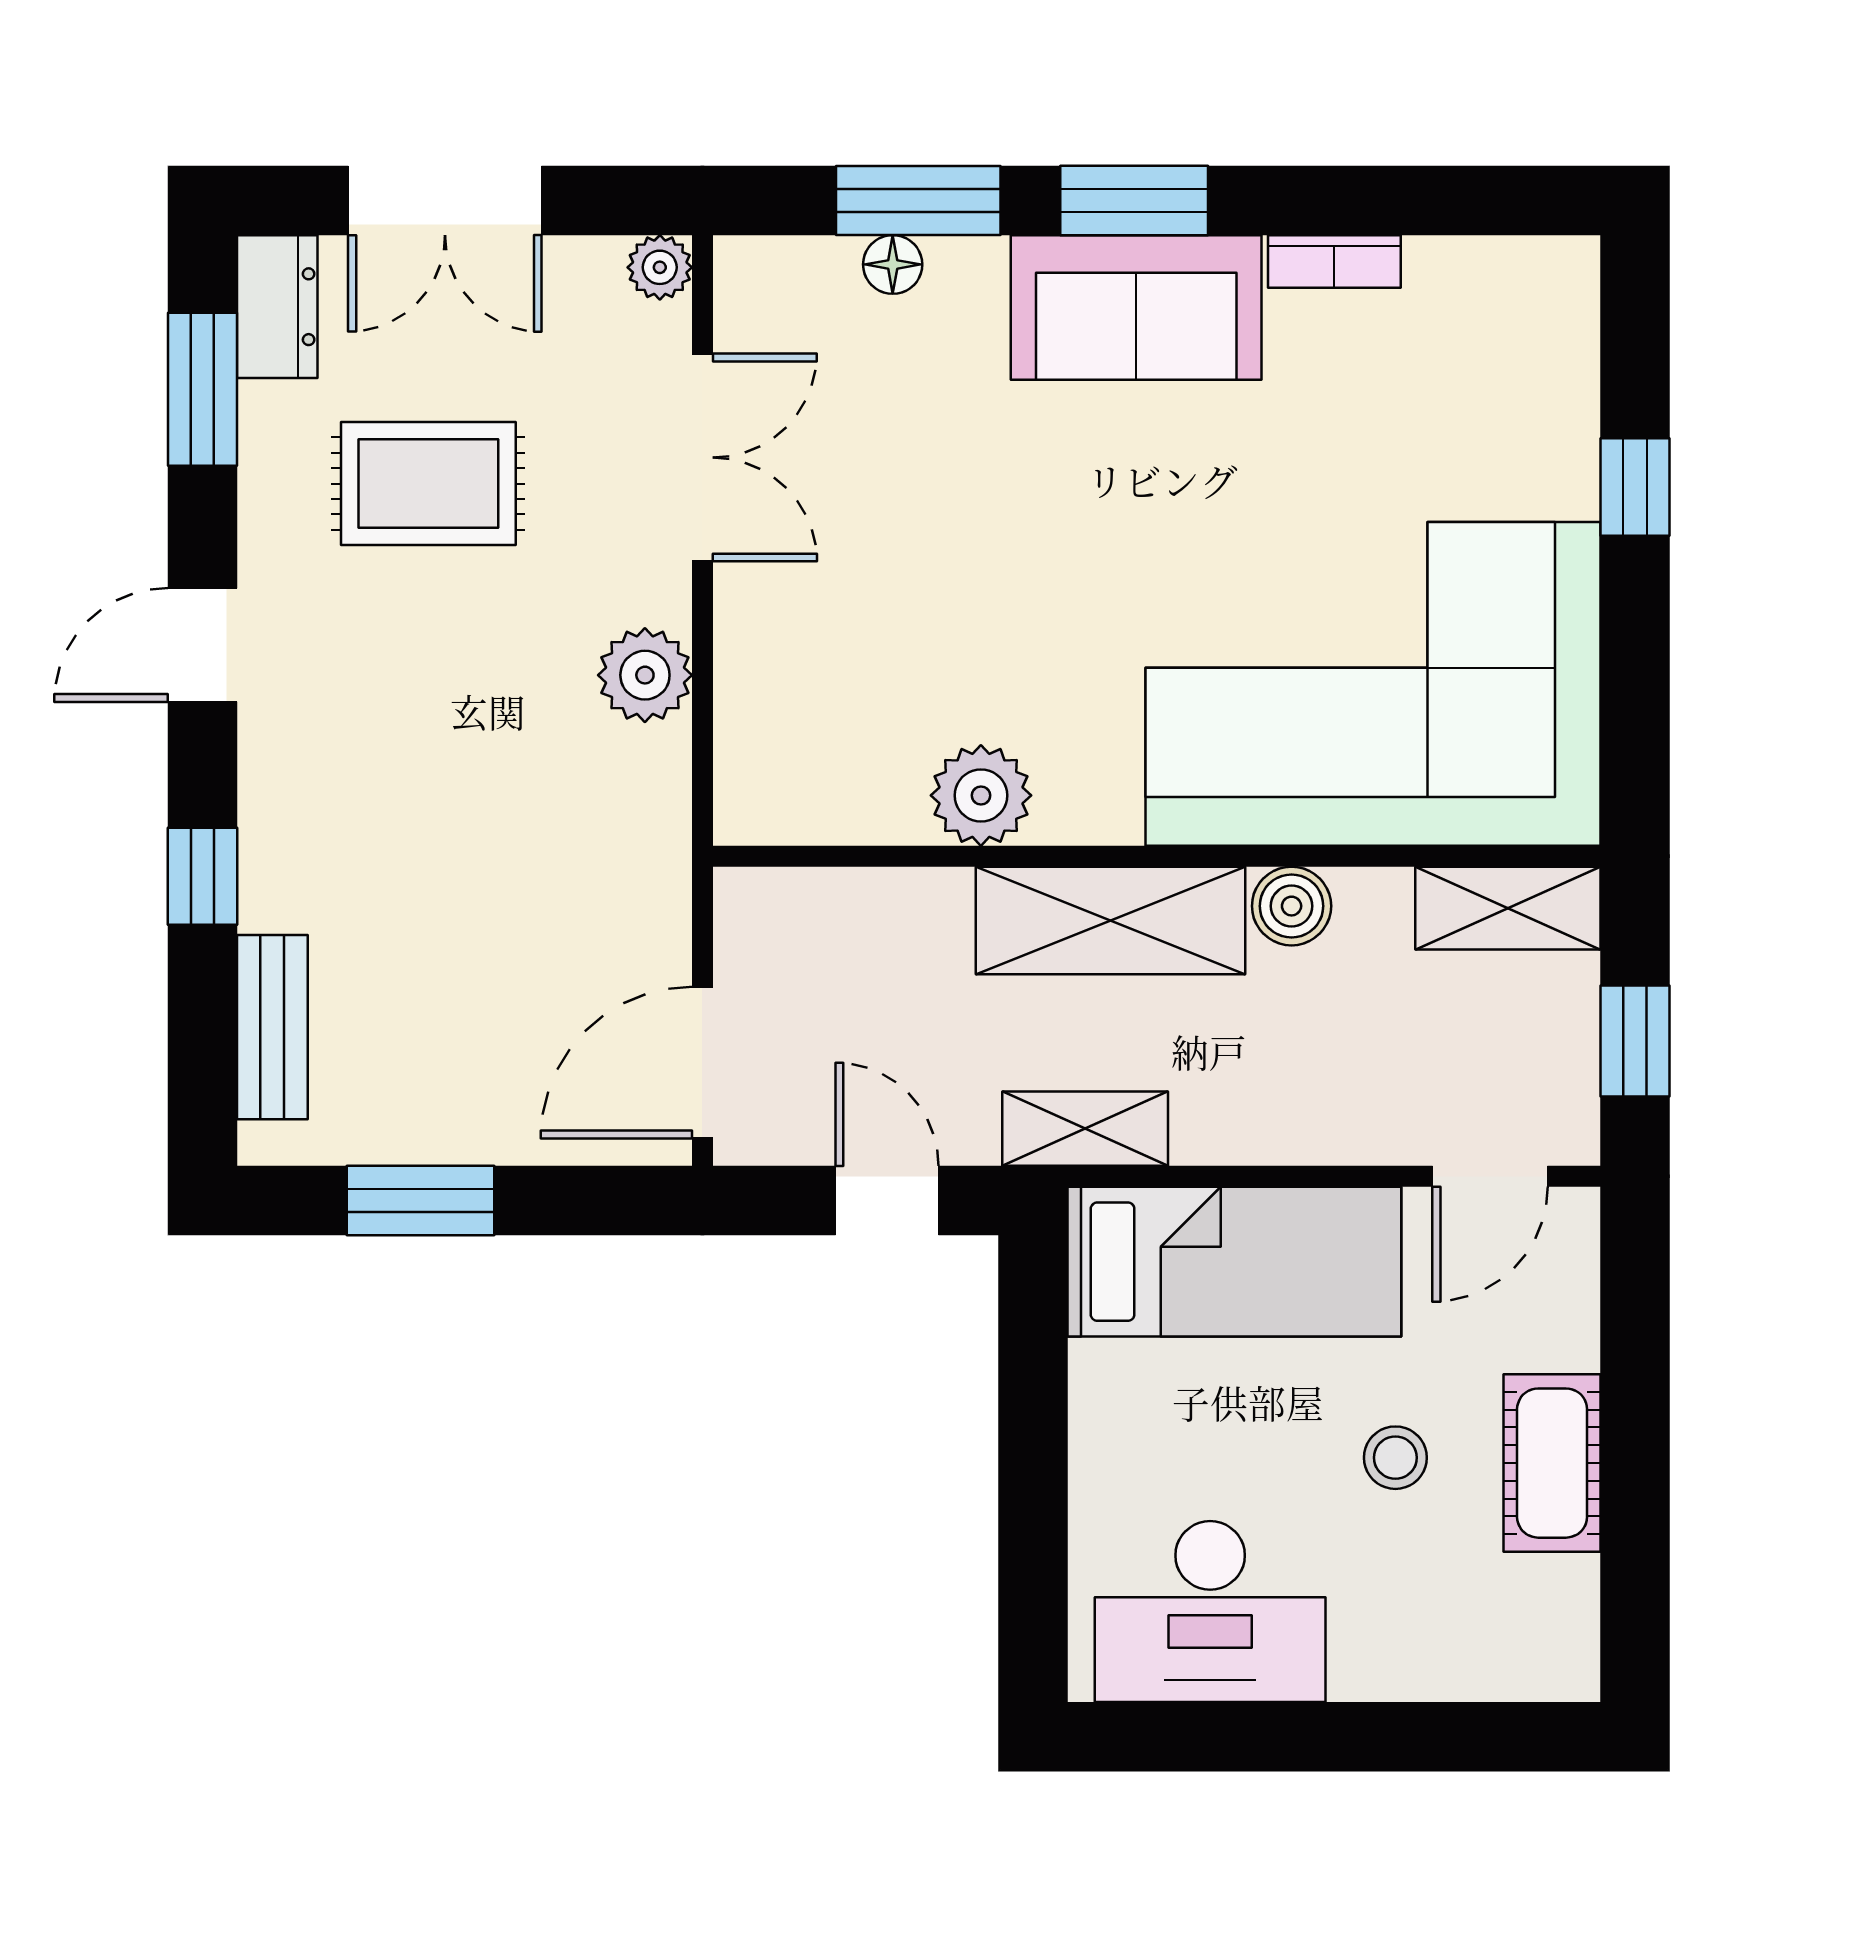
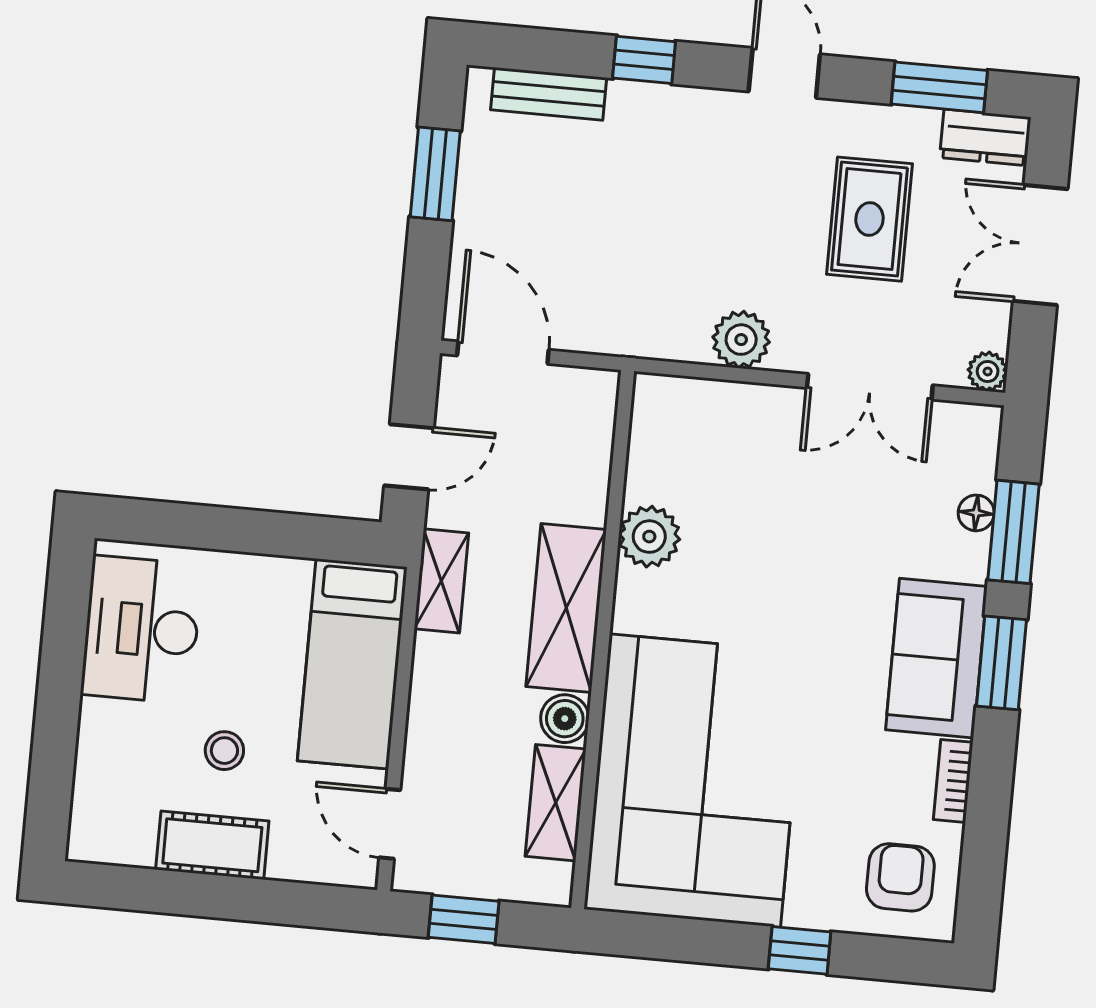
armchair: (1500, 333) -> (900, 877), added
shelving: (1508, 908) -> (556, 803), moved

